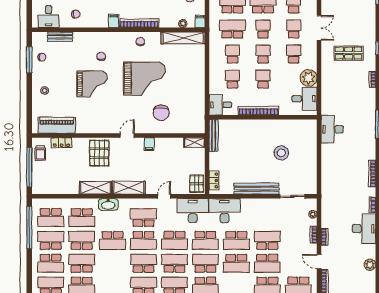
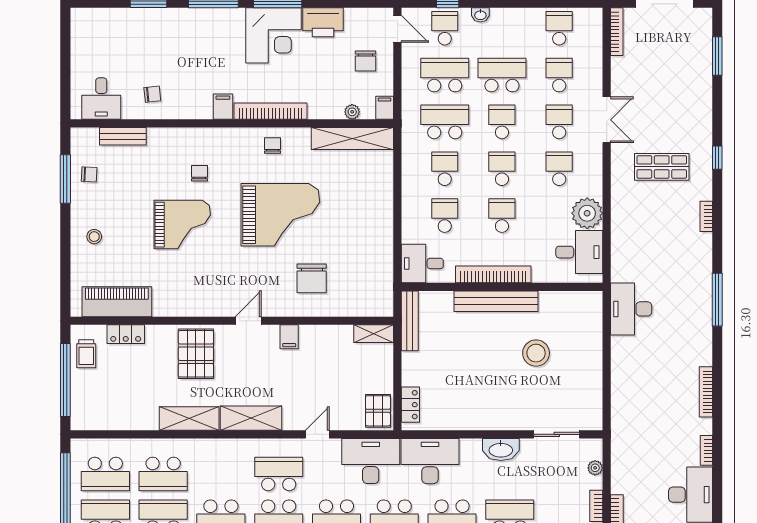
bench: (256, 189) -> (496, 301), moved
washbasin: (108, 204) -> (501, 450), moved

